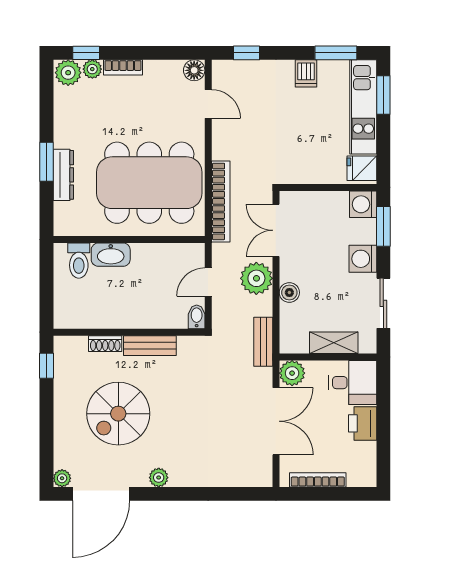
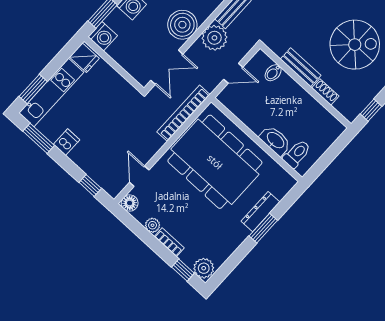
plant: (92, 69) -> (153, 225), moved
plant: (256, 278) -> (214, 38), moved
boiler: (289, 293) -> (182, 25), width x1.86, depth x1.86
bidet: (197, 317) -> (273, 73), moved

